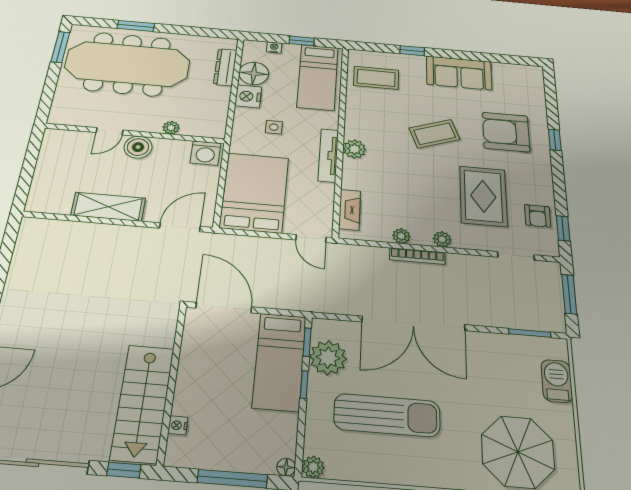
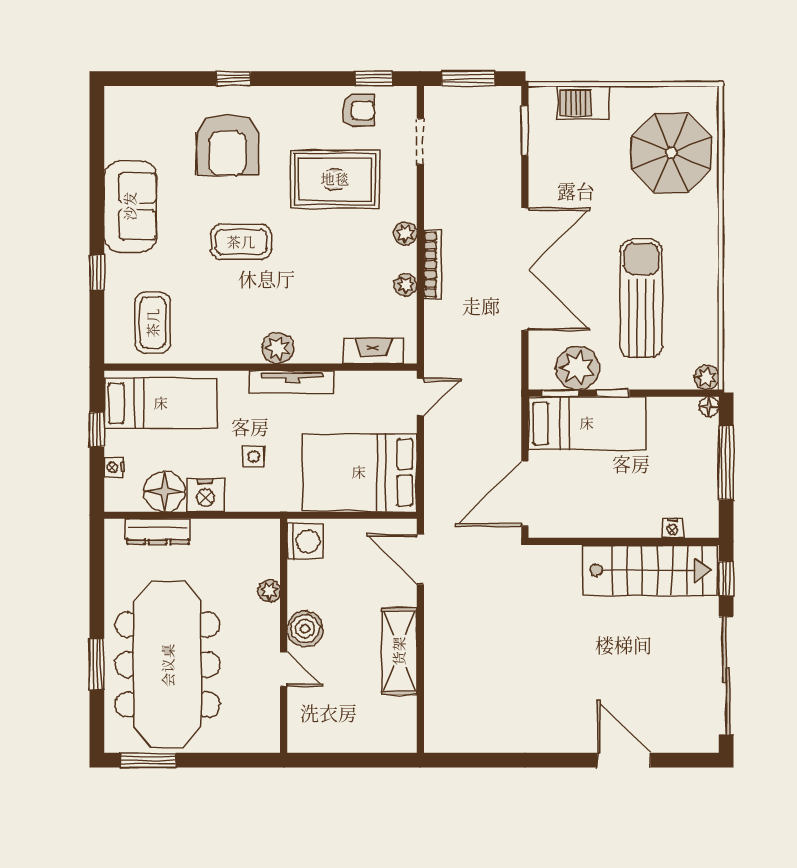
coffee table: (435, 134) -> (241, 242), turned -70

